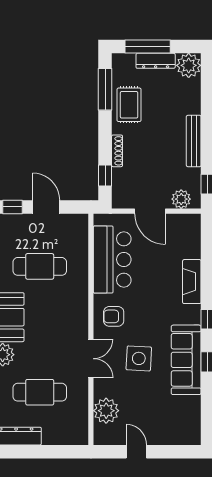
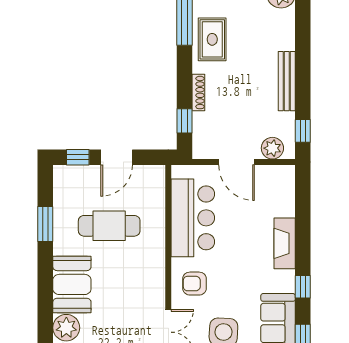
door: (46, 207) -> (117, 157), swing flipped

